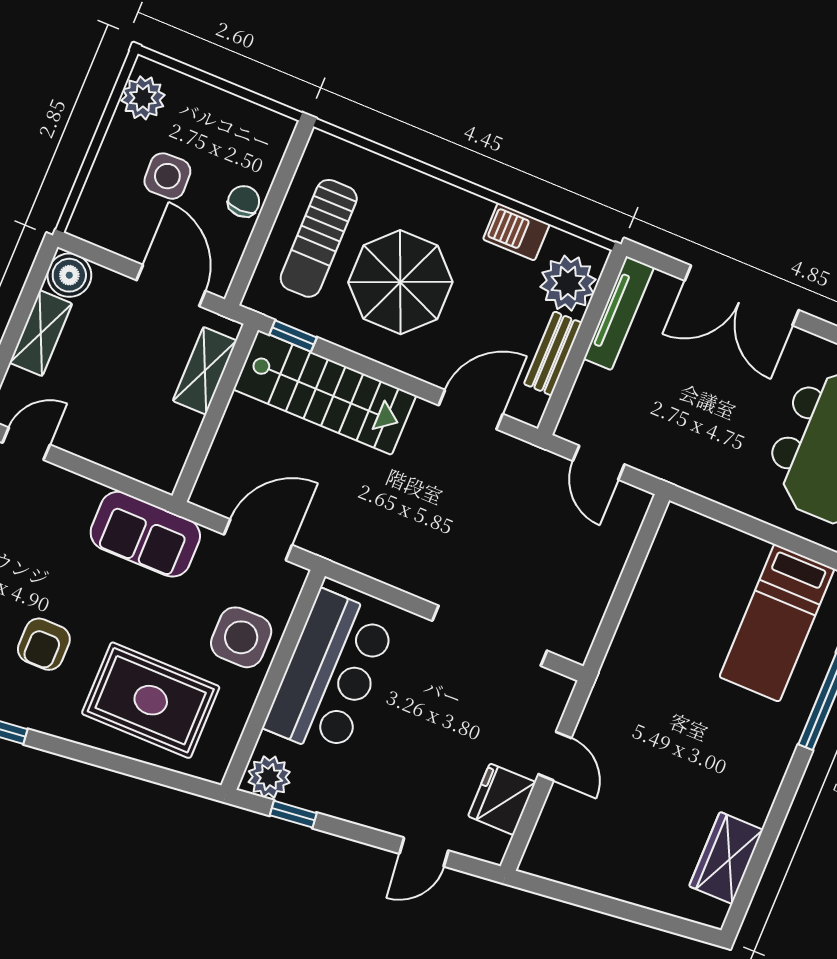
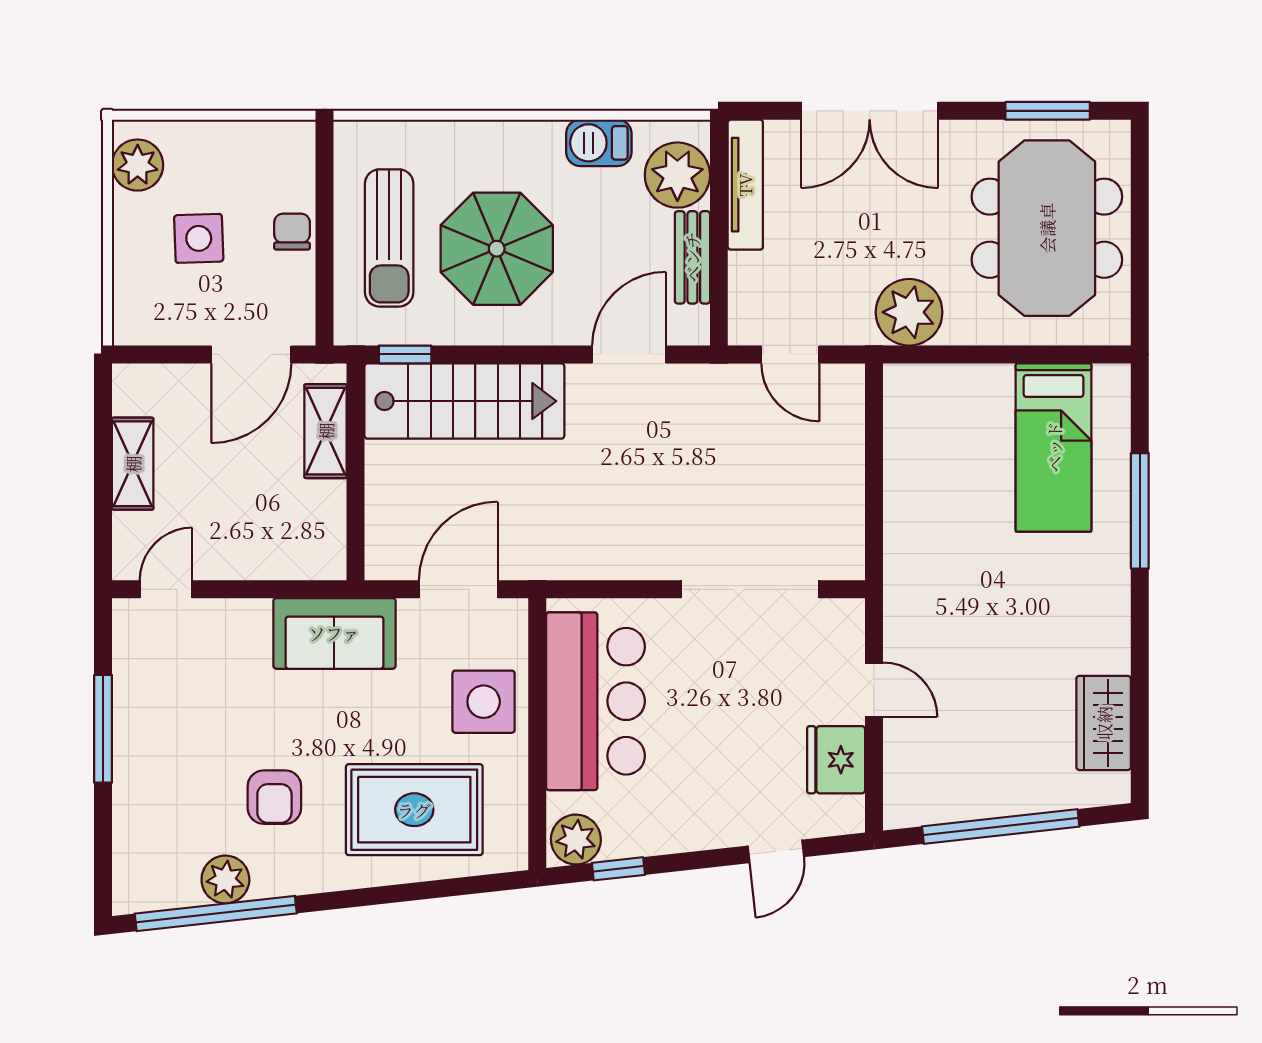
boiler: (69, 275) -> (137, 389), removed
door: (171, 285) -> (251, 354), swing flipped
plant: (707, 468) -> (909, 312), added
window: (610, 906) -> (1001, 826), added

